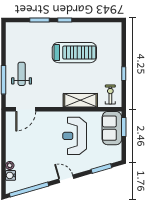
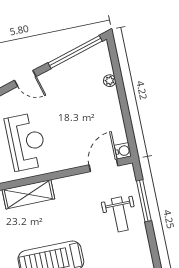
water cooler: (11, 175) -> (123, 151), moved

